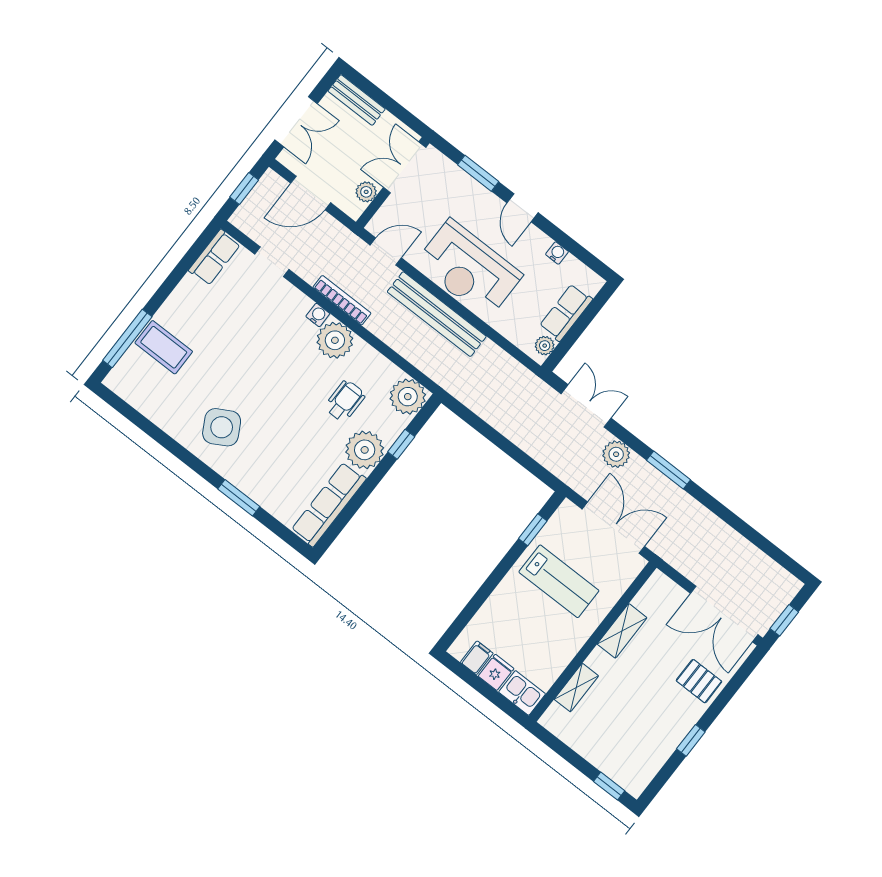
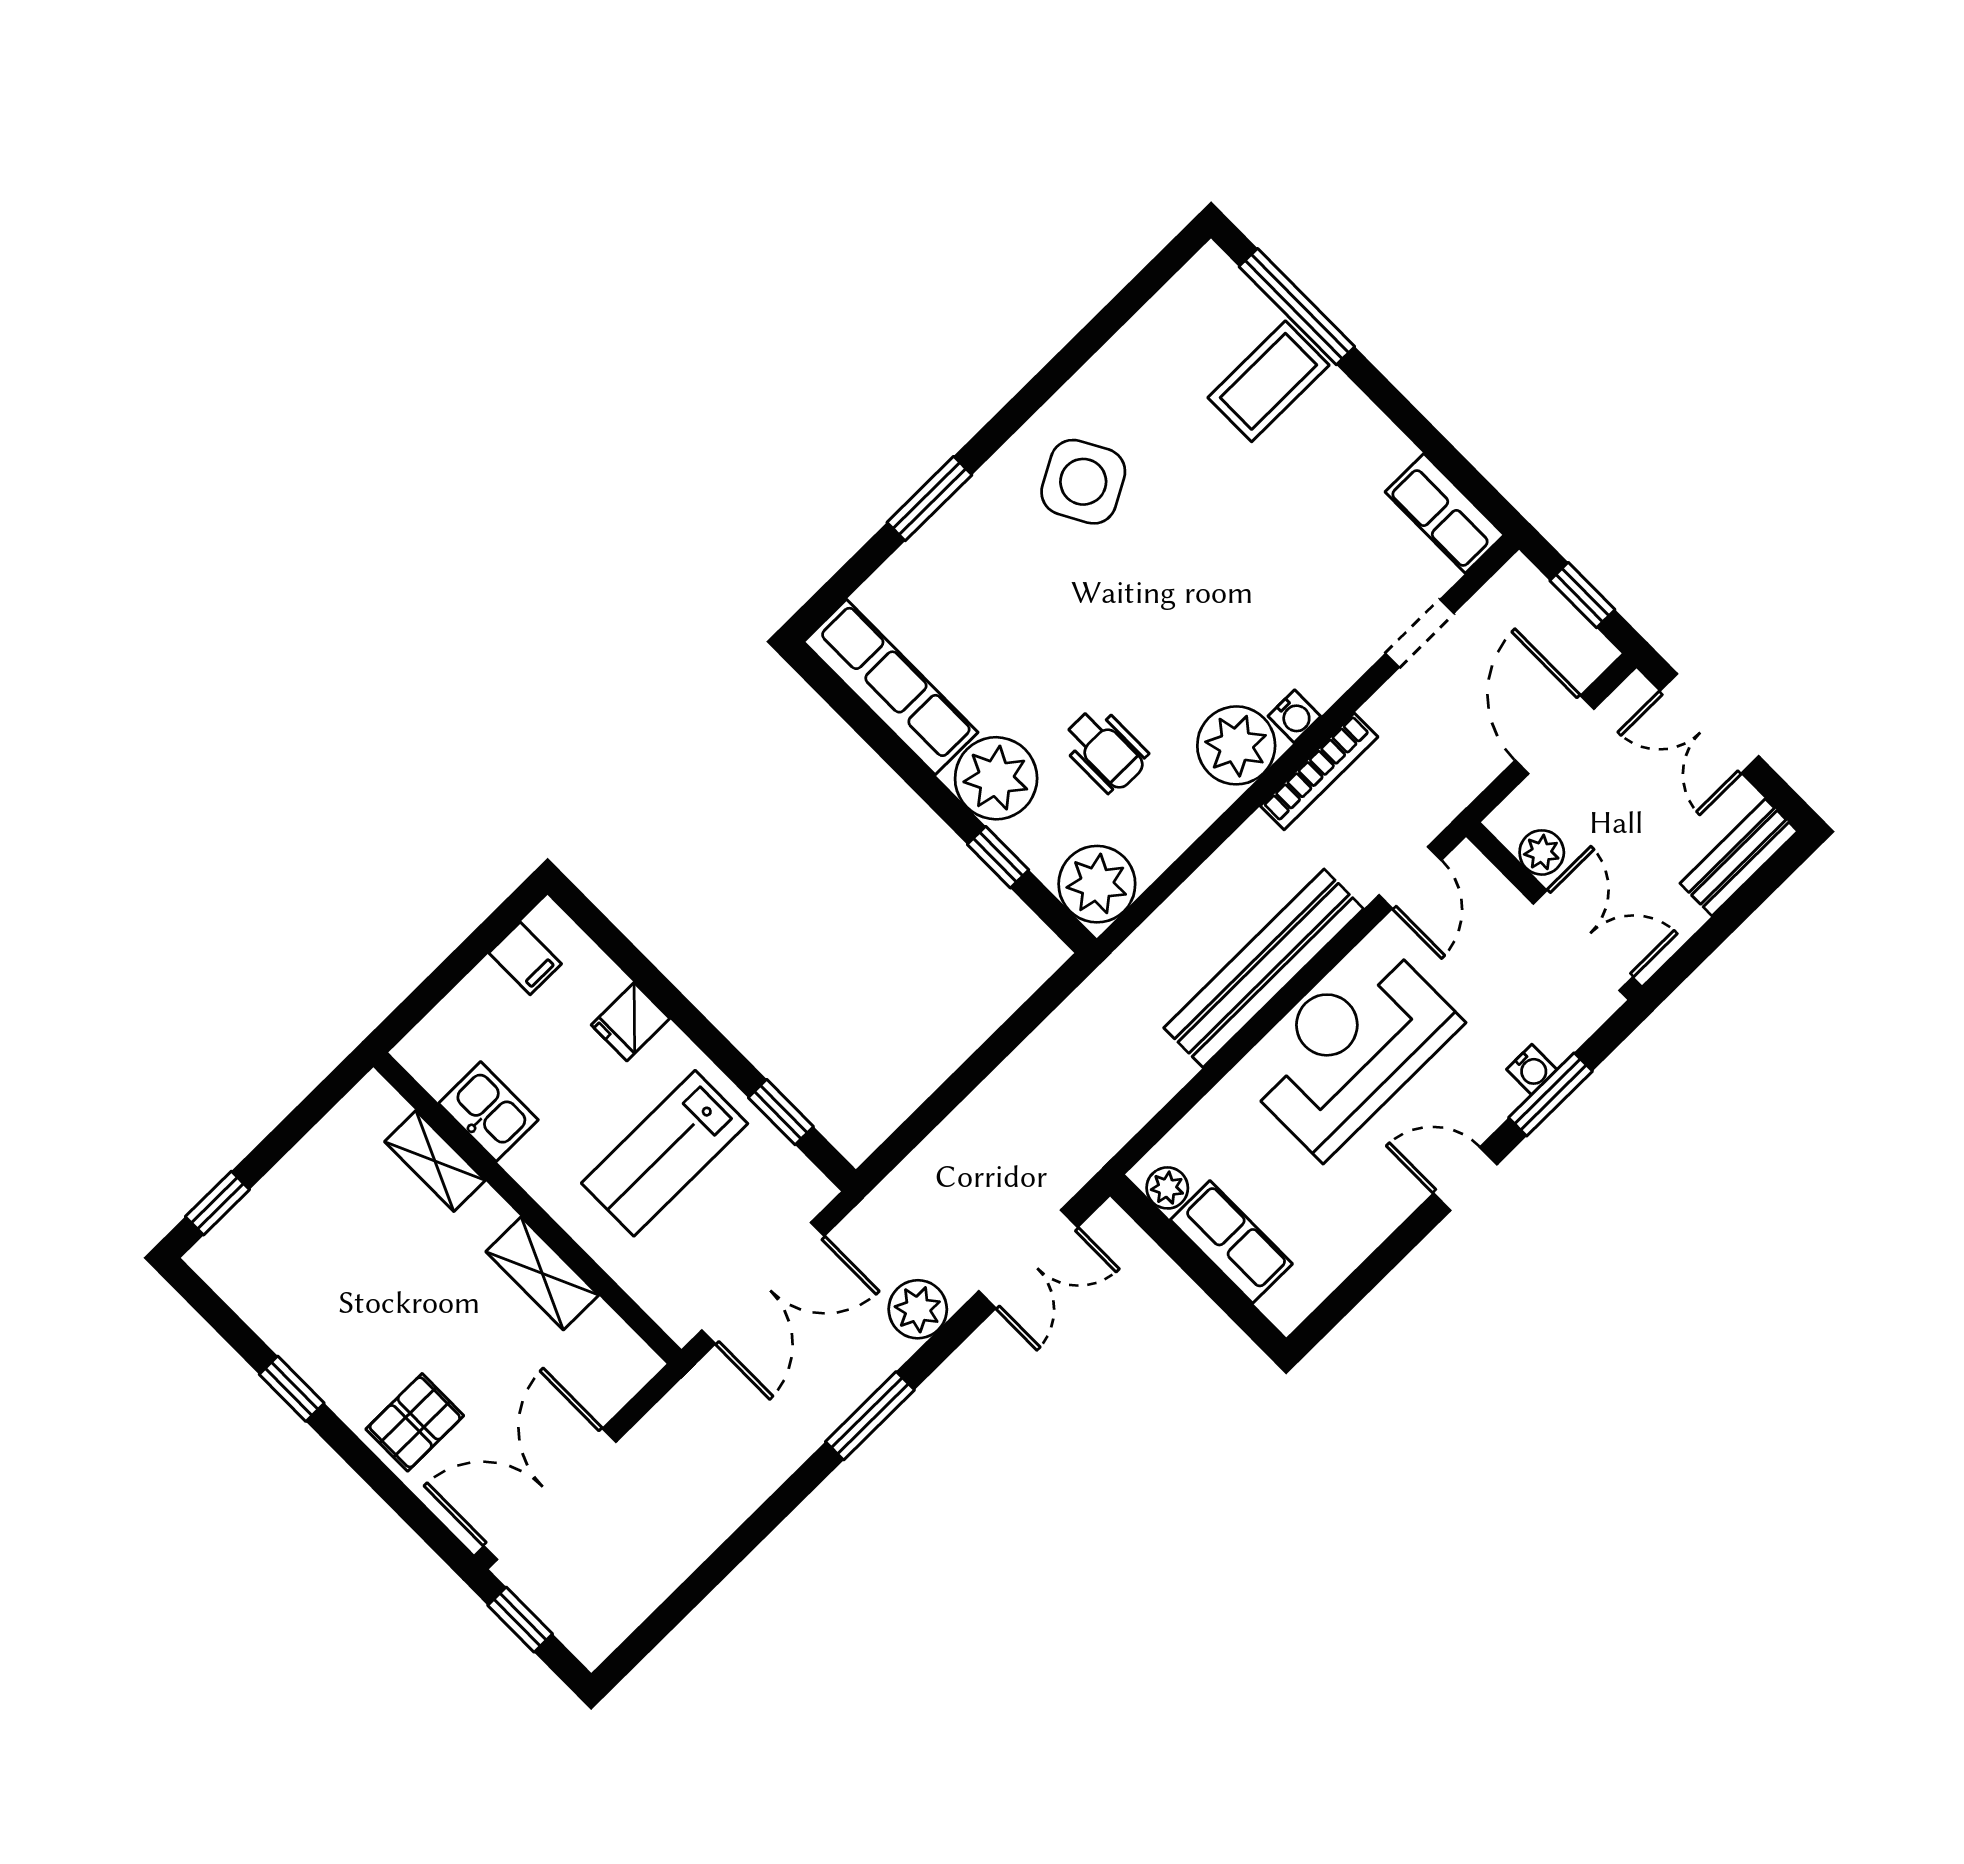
water cooler: (557, 253) -> (1532, 1069), moved
fridge: (496, 672) -> (630, 1022), moved, turned 90
kitchen sink: (522, 693) -> (488, 1112), moved, turned -90

